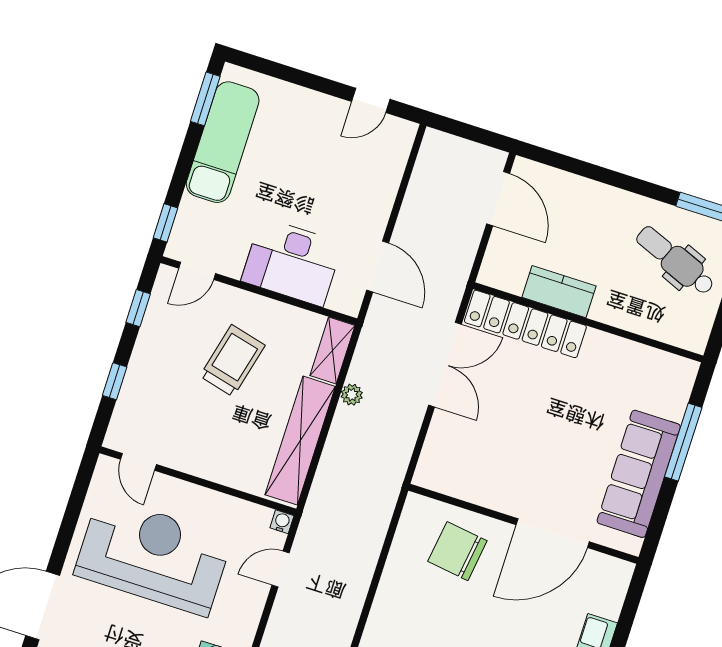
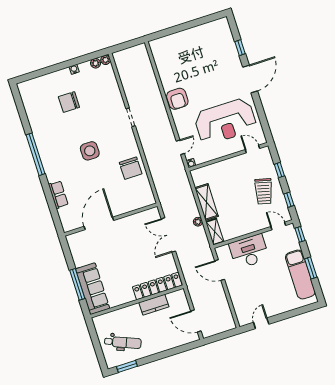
window: (205, 99) -> (311, 268), moved
door: (197, 271) -> (278, 226), hinge flipped
trolley: (232, 361) -> (264, 191), moved
double door: (445, 365) -> (168, 235), moved
shelving: (300, 441) -> (207, 202), width x0.68
sofa: (639, 474) -> (93, 289), moved
chair: (457, 551) -> (131, 168), moved, turned 82

